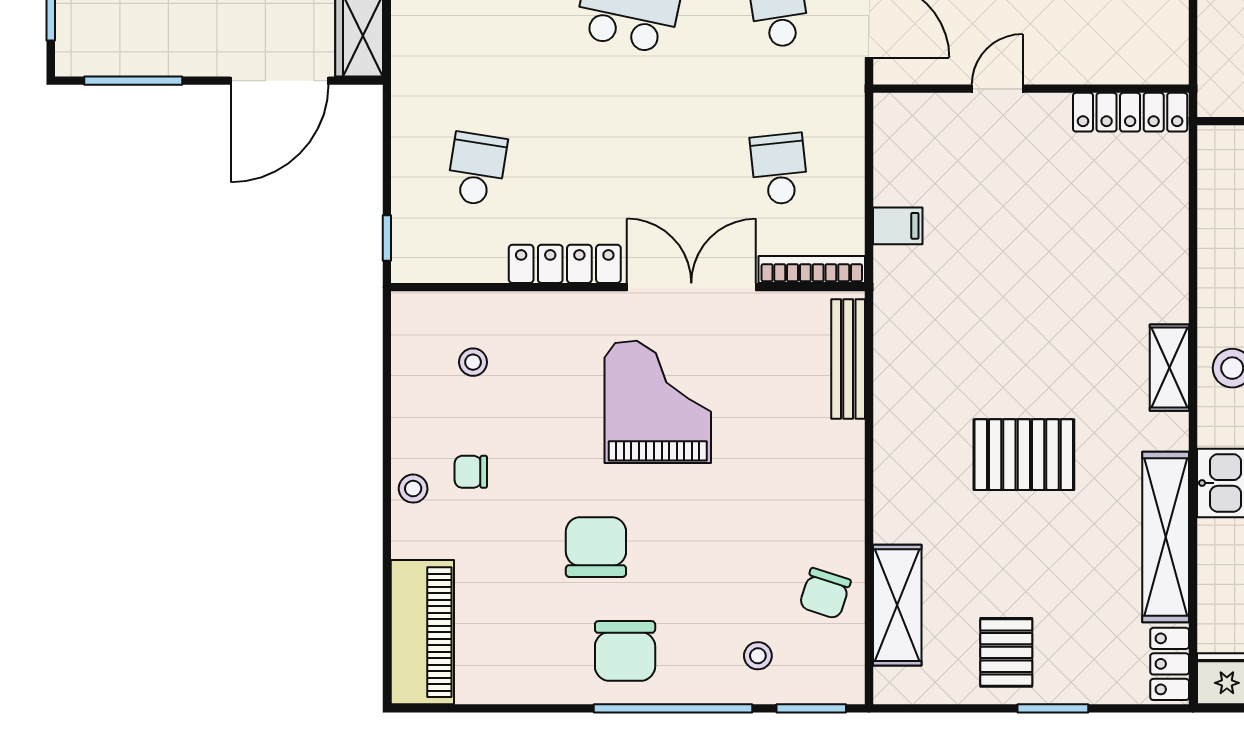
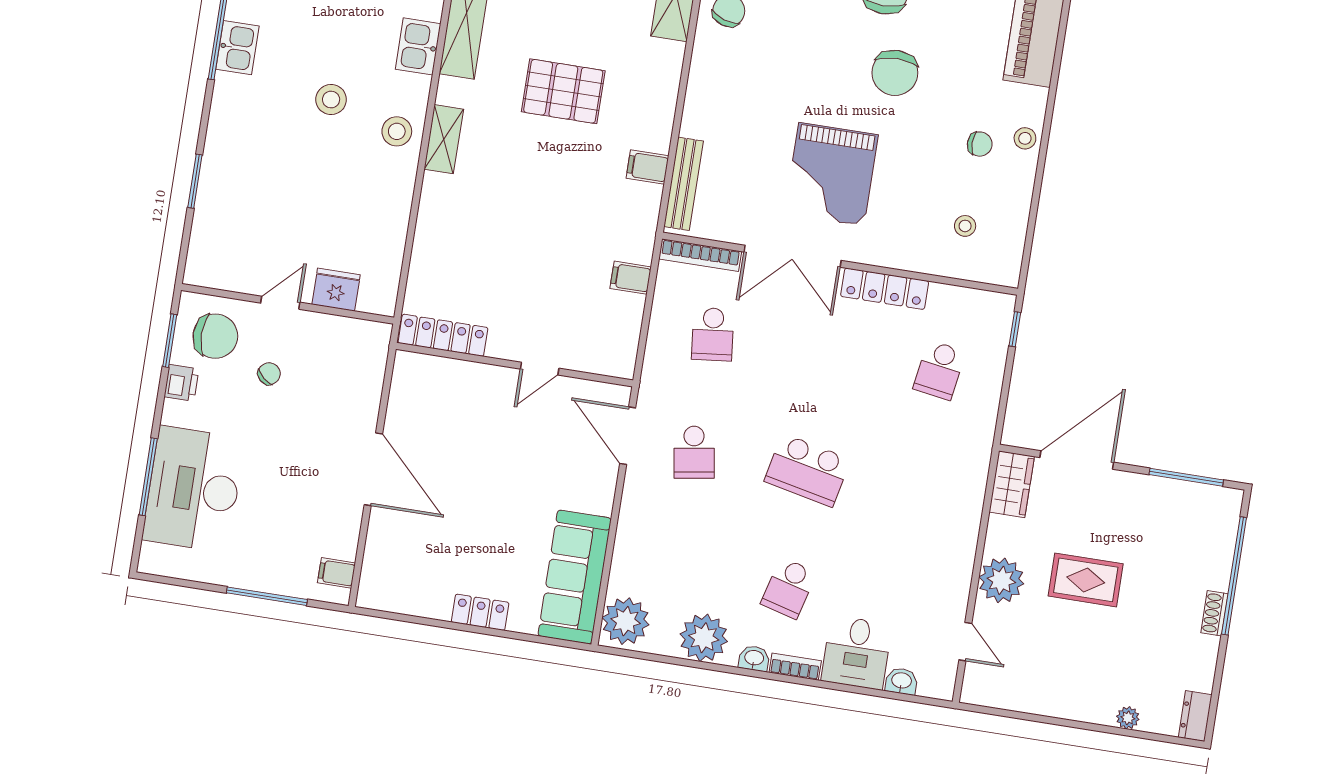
filing cabinet: (899, 373) -> (647, 167), added

